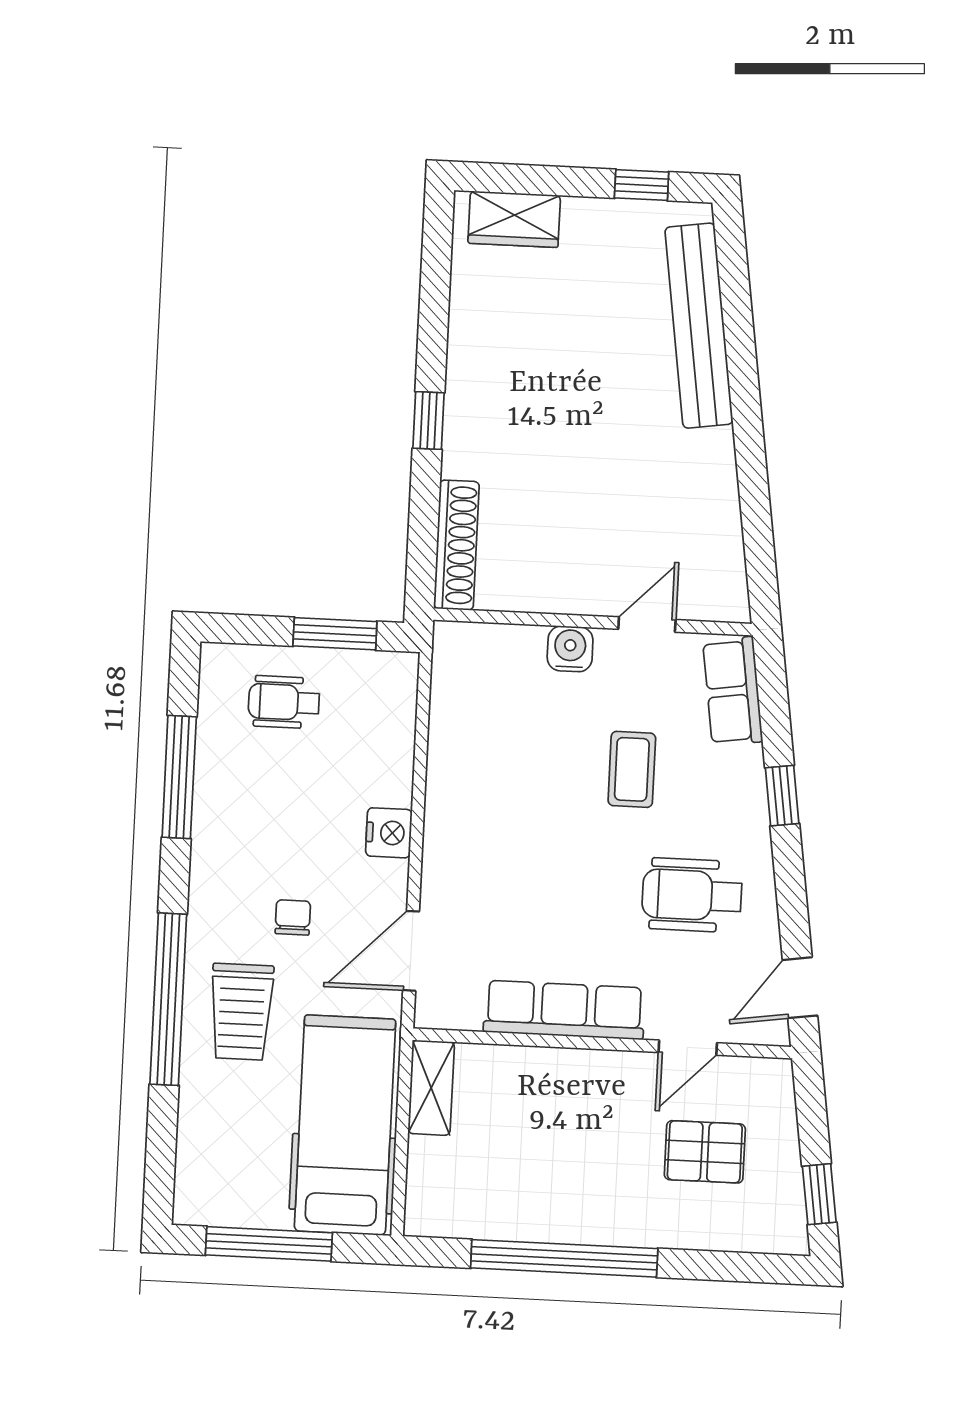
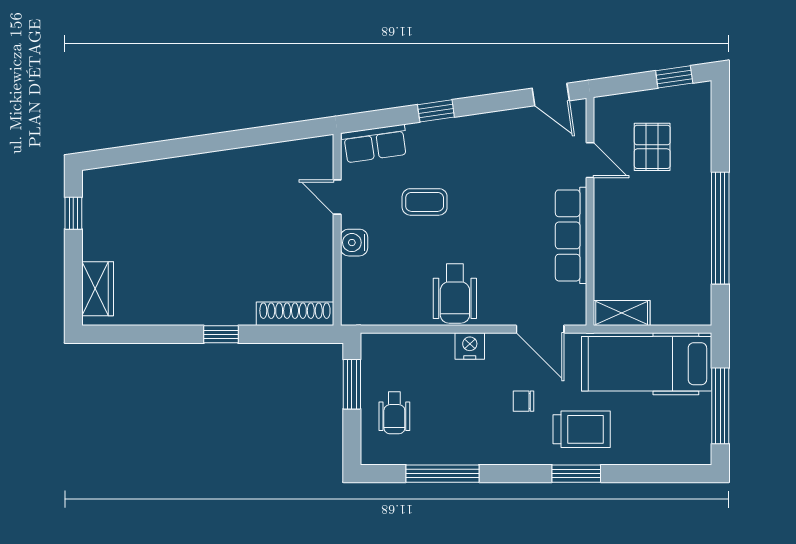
bench: (699, 326) -> (156, 175), removed
wheelchair: (692, 895) -> (455, 294), moved
window: (168, 999) -> (576, 474), width x0.47

